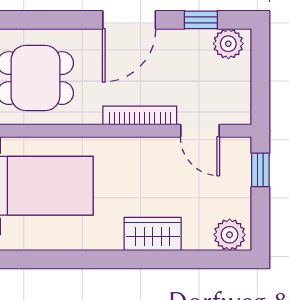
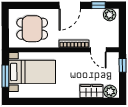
wardrobe: (153, 234) -> (91, 91), moved

